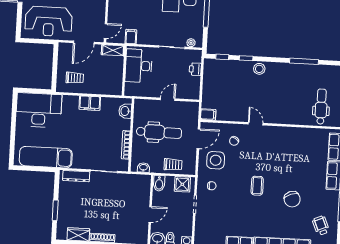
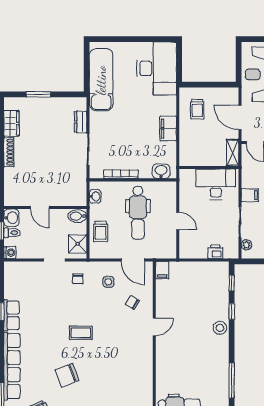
filing cabinet: (131, 37) -> (250, 195), moved
side table: (216, 160) -> (108, 282), width x0.54, depth x0.54
dresser: (76, 176) -> (81, 122), width x0.70

